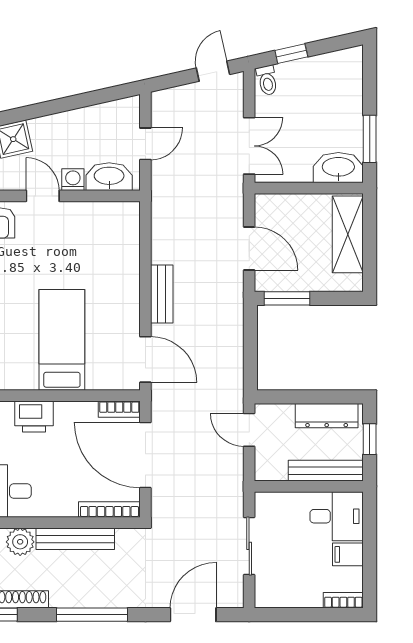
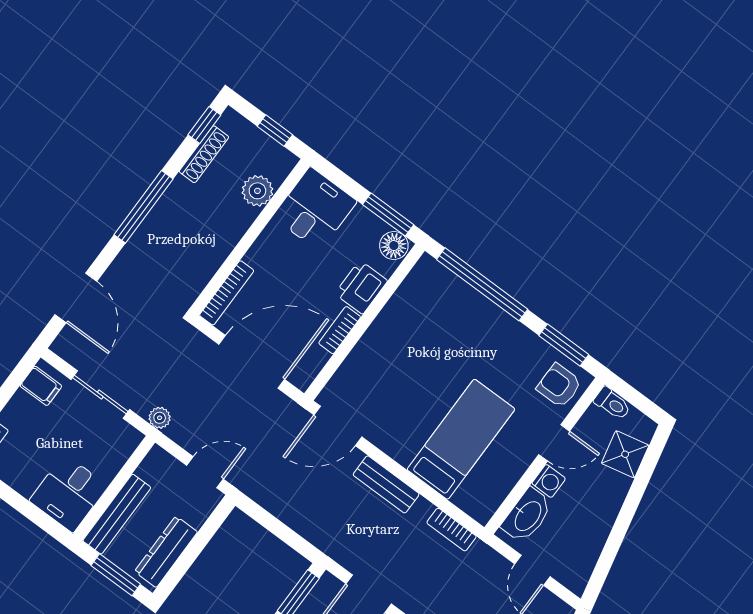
bookcase: (159, 223) -> (451, 530), added
bed: (62, 340) -> (461, 439), moved, turned -90
bookcase: (119, 409) -> (340, 330), moved
window: (370, 439) -> (116, 575), width x1.50
plant: (234, 491) -> (160, 418), added
bench: (75, 539) -> (223, 243), removed
filing cabinet: (348, 554) -> (41, 386), moved, turned 90

